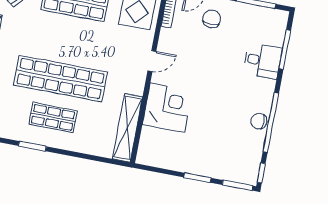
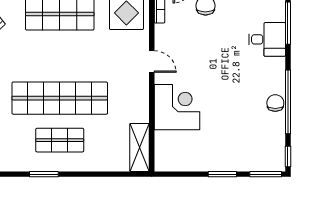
door: (152, 61) -> (152, 62), hinge flipped
chair: (259, 121) -> (275, 103), turned 90
shelving: (127, 128) -> (139, 147), width x0.68

